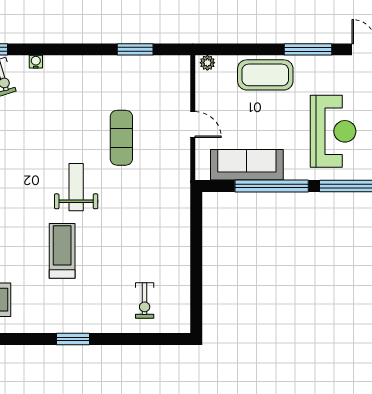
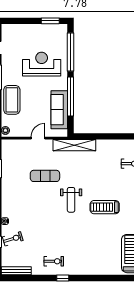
weight bench: (76, 187) -> (71, 200), turned -90
shelving: (179, 193) -> (74, 145), added

